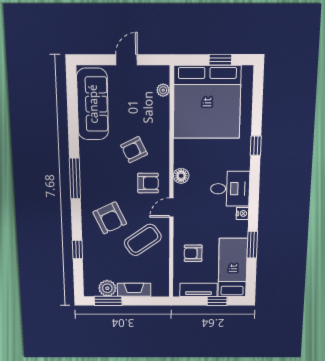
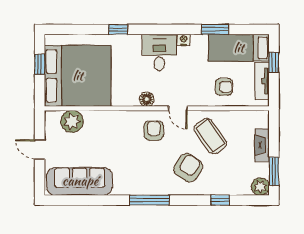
plant: (163, 90) -> (72, 121), width x1.88, depth x1.88
armchair: (134, 150) -> (122, 144), removed
armchair: (110, 218) -> (188, 168), turned -31
armchair: (193, 253) -> (224, 87), turned -90
plant: (107, 288) -> (260, 187), moved

